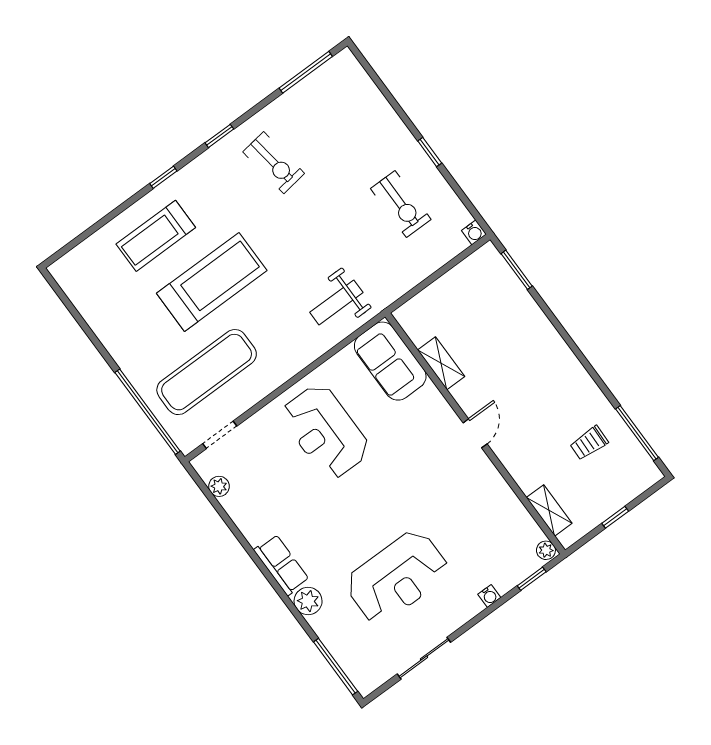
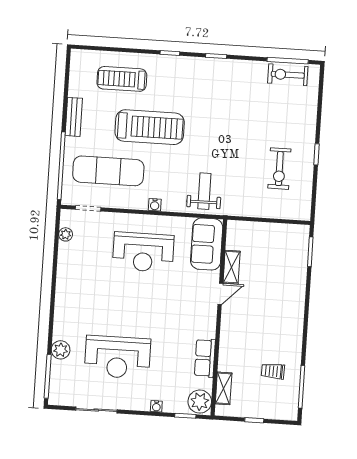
exercise bike: (274, 163) -> (288, 75), moved, turned 98
water cooler: (474, 232) -> (155, 205), moved
treadmill: (156, 236) -> (122, 79), moved
weight bench: (336, 302) -> (204, 191), turned 90
bench: (115, 344) -> (74, 117), added
reception desk: (325, 432) -> (143, 252), turned -90
door: (475, 433) -> (220, 294), moved
plant: (546, 550) -> (200, 402), width x1.87, depth x1.87
row of seats: (281, 565) -> (205, 358), moved, turned 180
plant: (308, 601) -> (61, 350), moved

